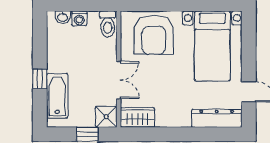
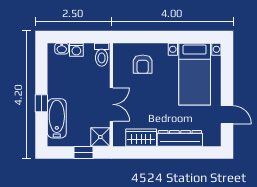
armchair: (154, 35) -> (143, 64), width x0.53, depth x0.53
wardrobe: (137, 117) -> (141, 138), moved
dresser: (217, 118) -> (180, 138), moved

